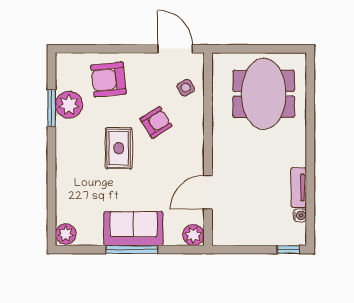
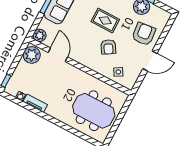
door: (175, 49) -> (150, 61), moved
plant: (229, 231) -> (32, 55), added

